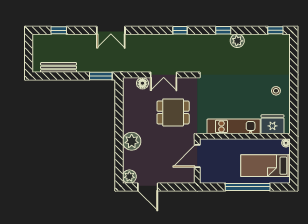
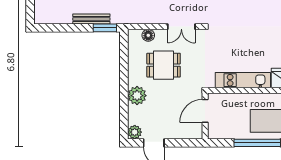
bench: (59, 67) -> (91, 19), moved
double door: (164, 75) -> (181, 27), moved
dining table: (173, 112) -> (164, 65), moved

